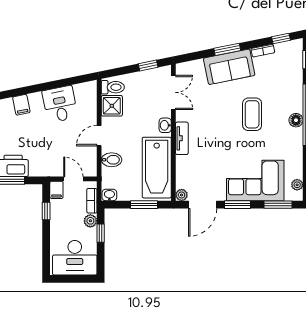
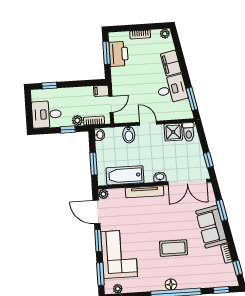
window: (227, 49) -> (222, 210), moved
window: (73, 81) -> (192, 99), added
double door: (173, 92) -> (187, 182), width x1.37
filing cabinet: (21, 105) -> (171, 63), width x2.00
tv unit: (182, 138) -> (145, 192), width x1.41
bathtub: (157, 168) -> (125, 175), width x0.73, depth x0.73
window: (46, 211) -> (49, 86), moved
desk: (75, 258) -> (47, 114), width x0.73

